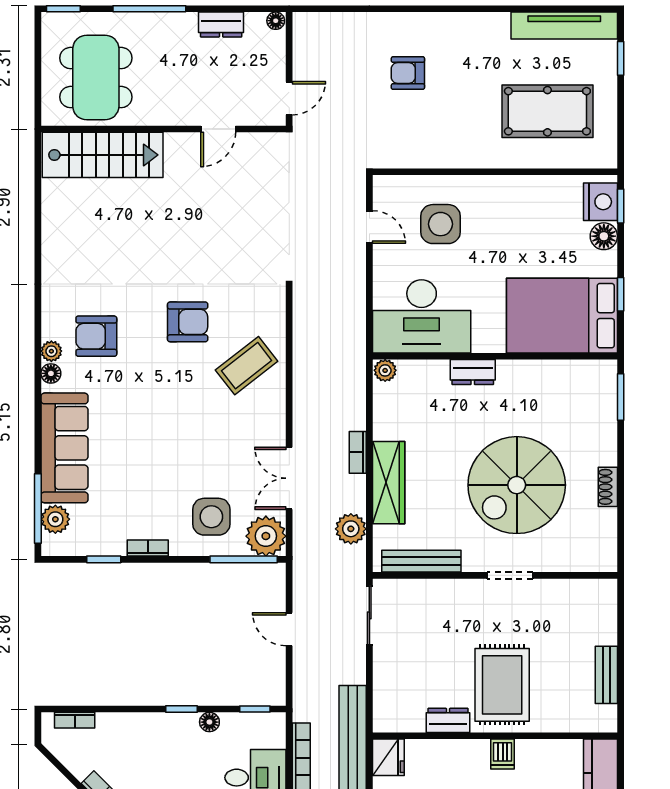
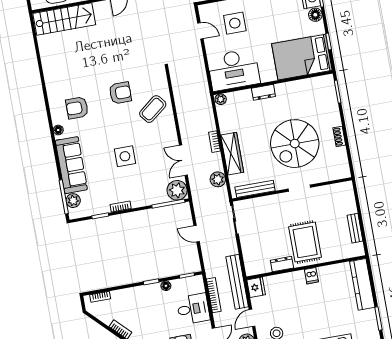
plant: (51, 351) -> (56, 119), removed
side table: (211, 517) -> (125, 156), moved

